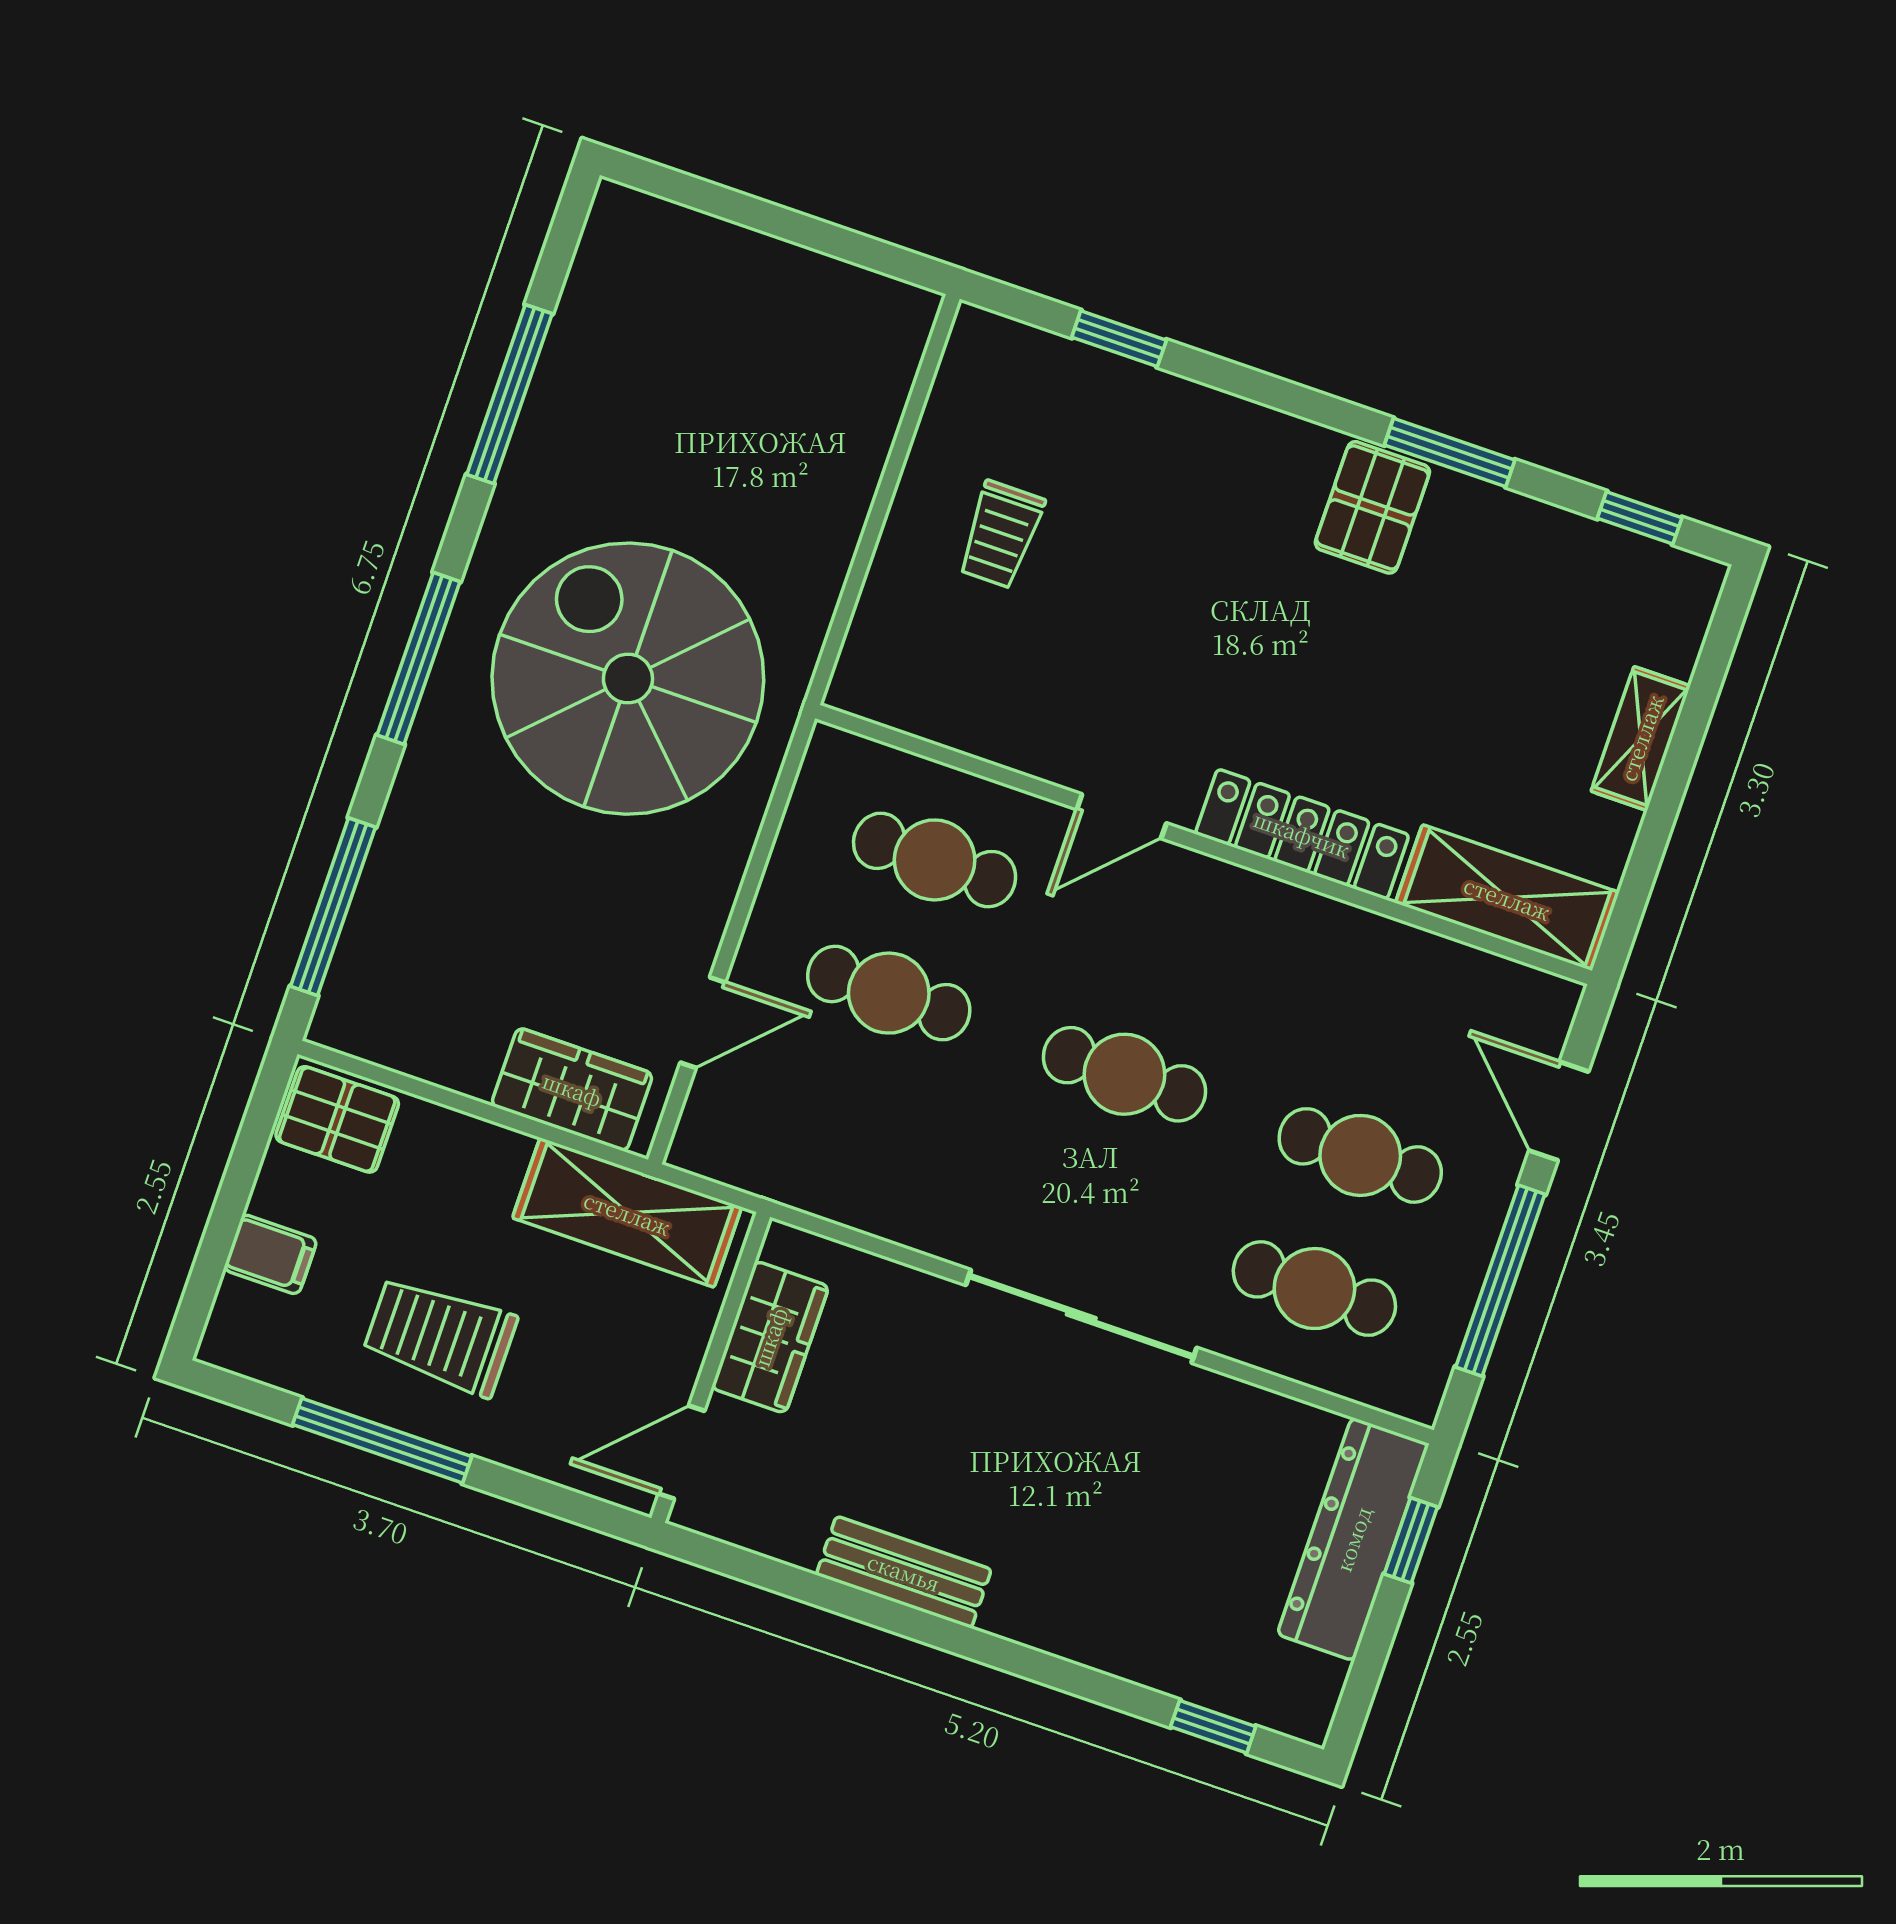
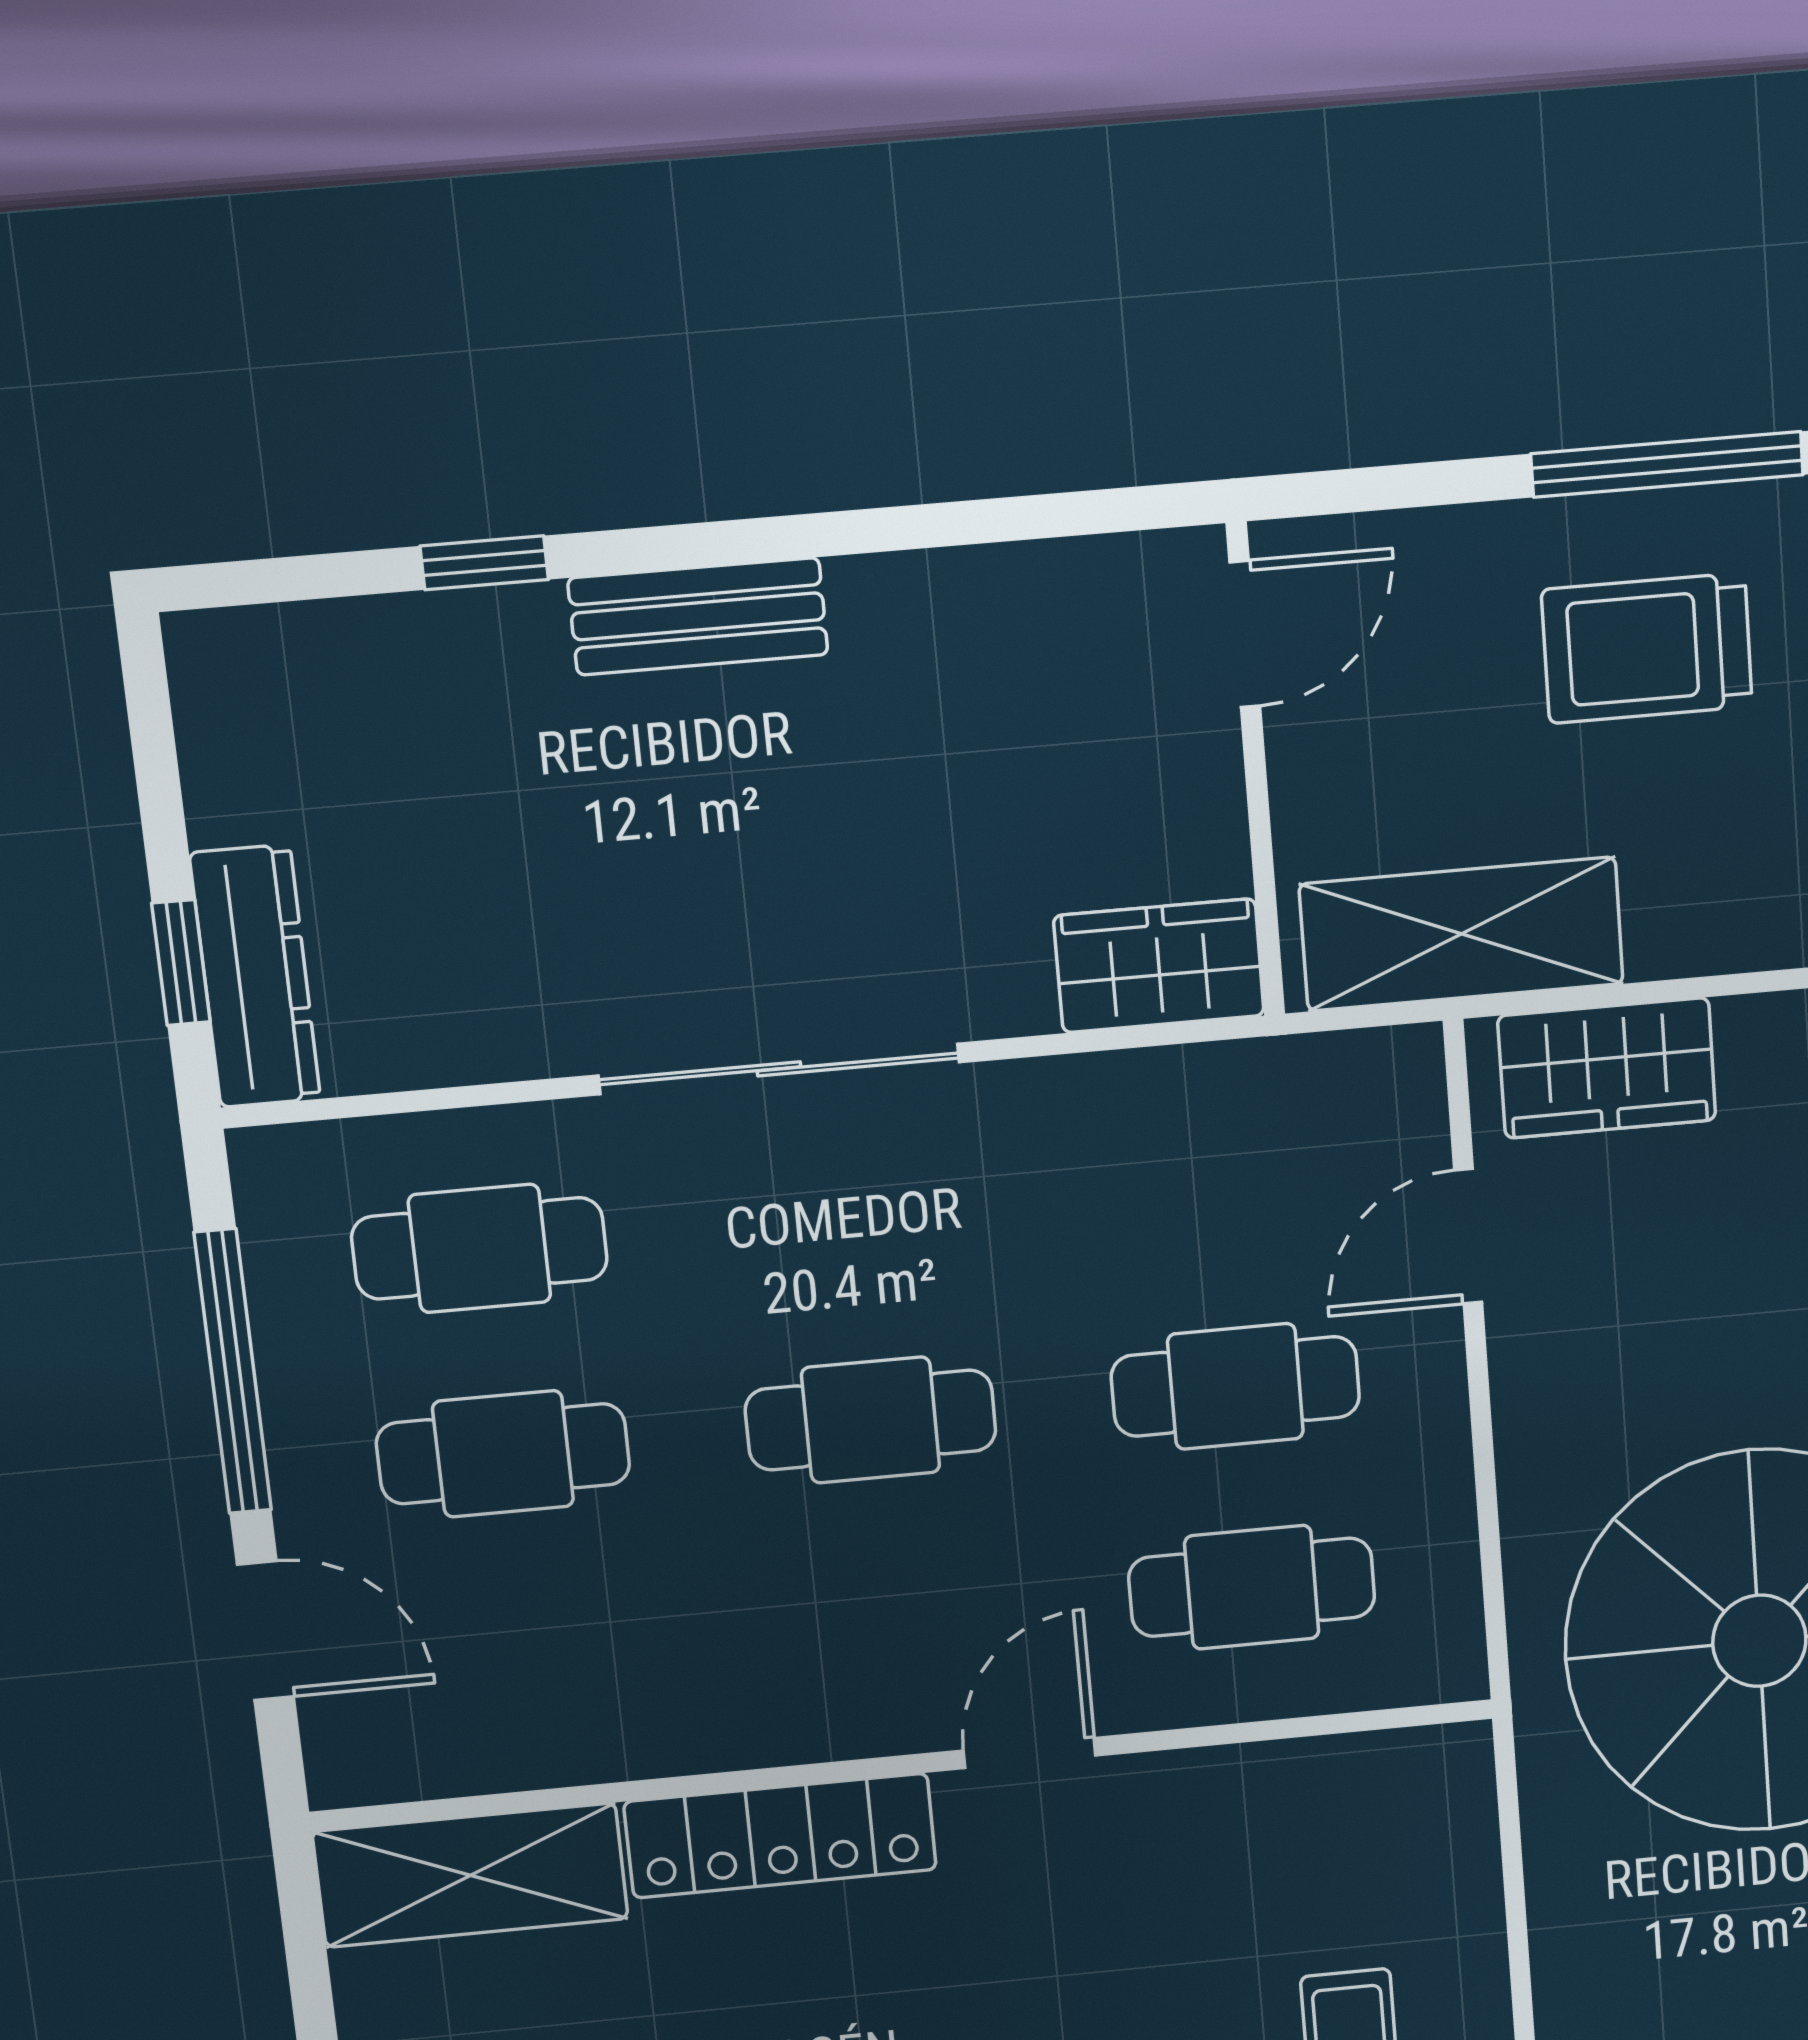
trolley: (440, 1336) -> (1647, 648), turned 180
wardrobe: (770, 1337) -> (1159, 966), moved, turned 90
dresser: (1353, 1539) -> (255, 976), width x0.73, depth x0.80
bench: (904, 1572) -> (698, 616), moved
window: (1213, 1727) -> (484, 563), moved

